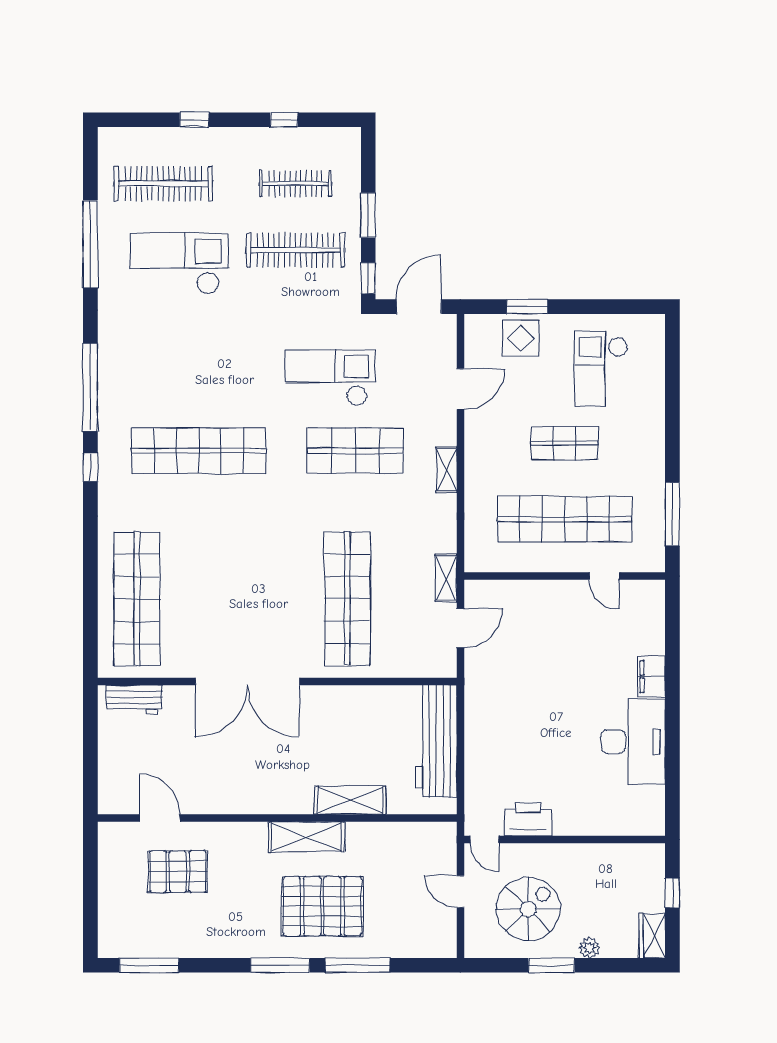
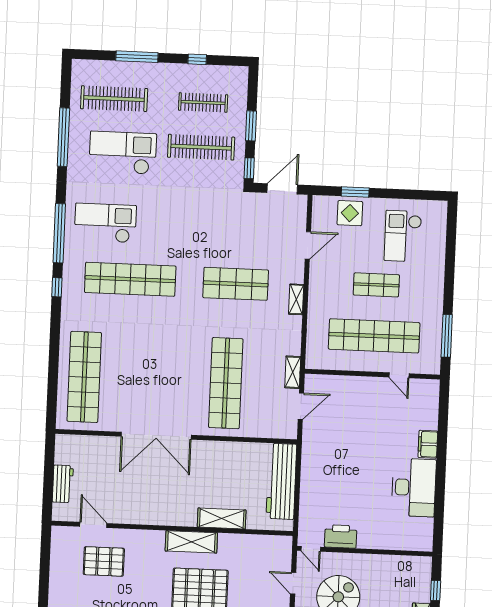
window: (194, 120) -> (137, 57), width x2.17
checkout: (331, 378) -> (105, 223), moved
workbench: (134, 699) -> (63, 484), moved, turned -90

